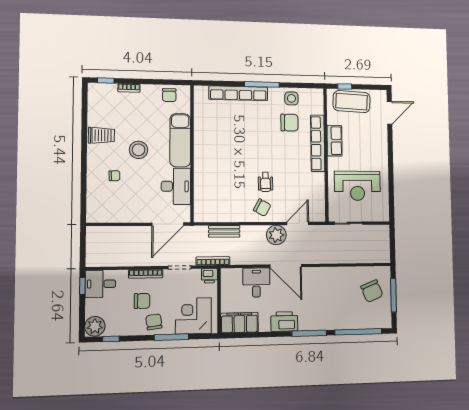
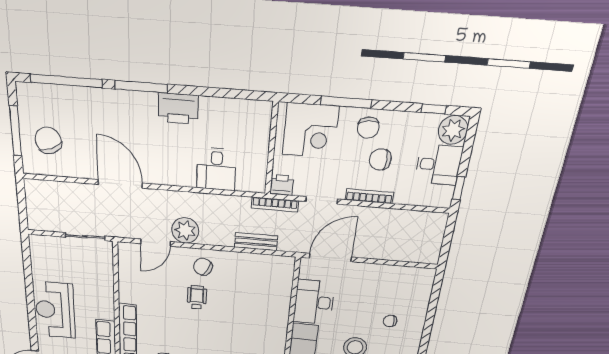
reception desk: (357, 186) -> (55, 310), moved, turned -90
door: (286, 266) -> (120, 184), moved
desk: (100, 284) -> (438, 165), moved
filing cabinet: (239, 323) -> (244, 114), removed

